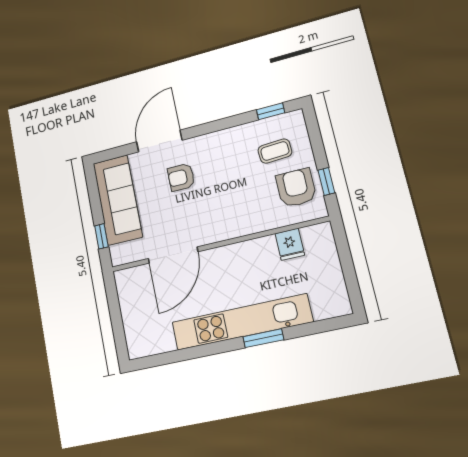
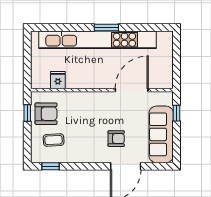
armchair: (296, 188) -> (46, 114), turned -90
kitchen unit: (242, 322) -> (97, 40), width x1.36
window: (263, 338) -> (106, 28), moved

